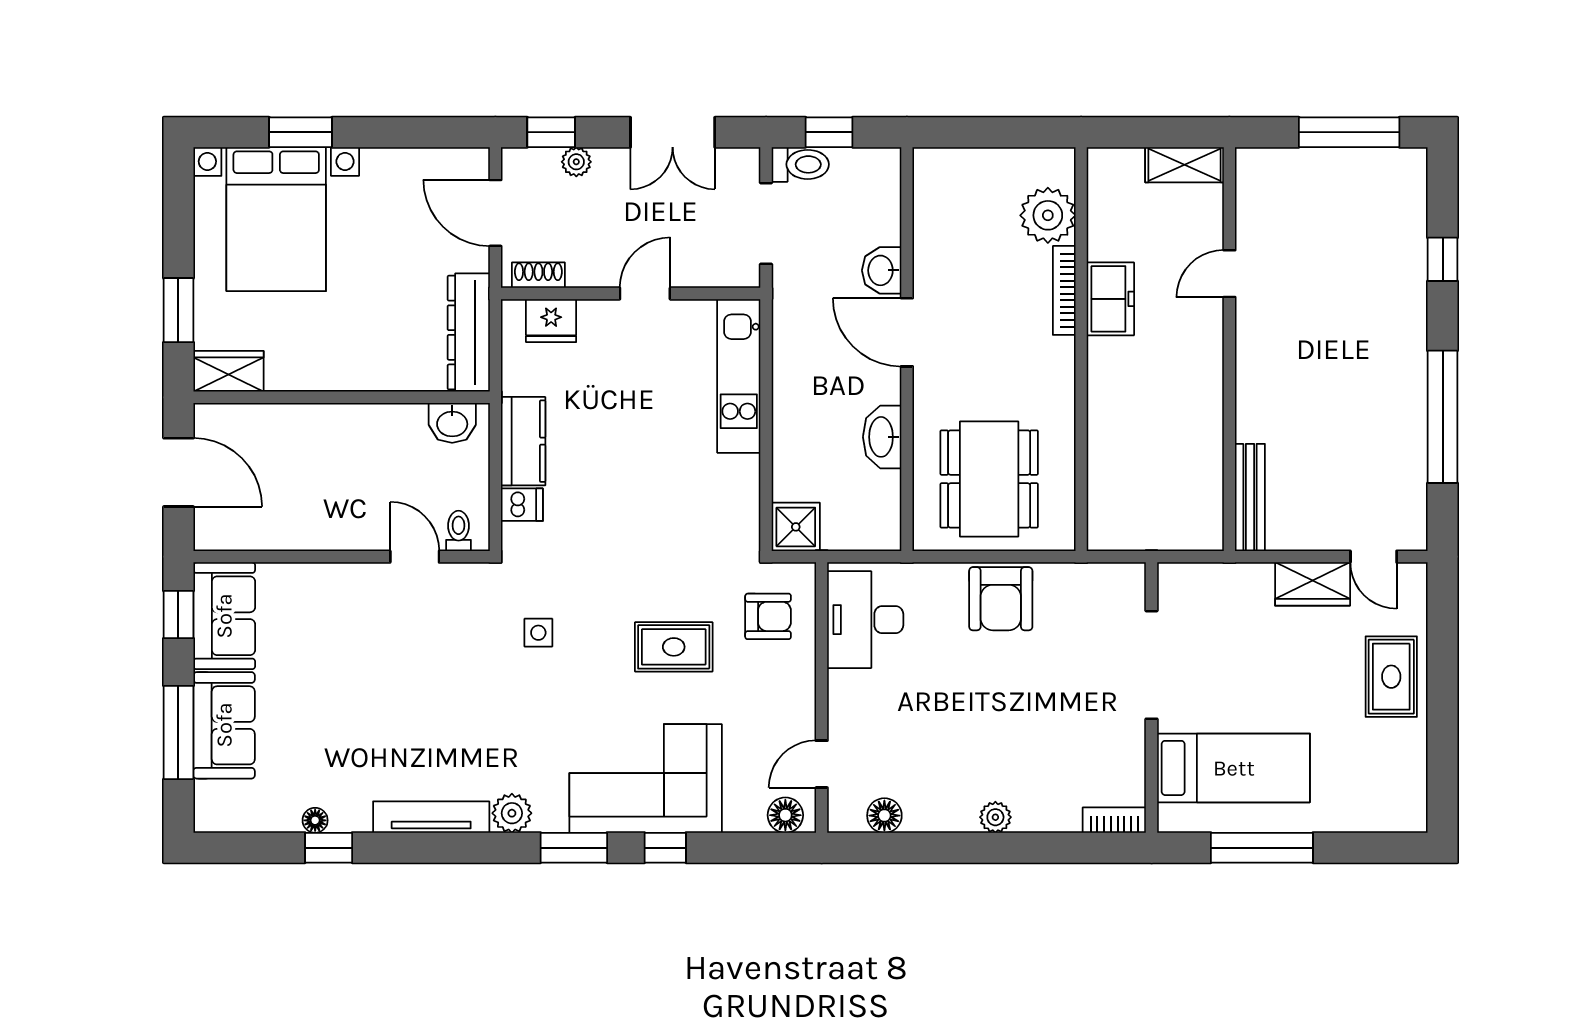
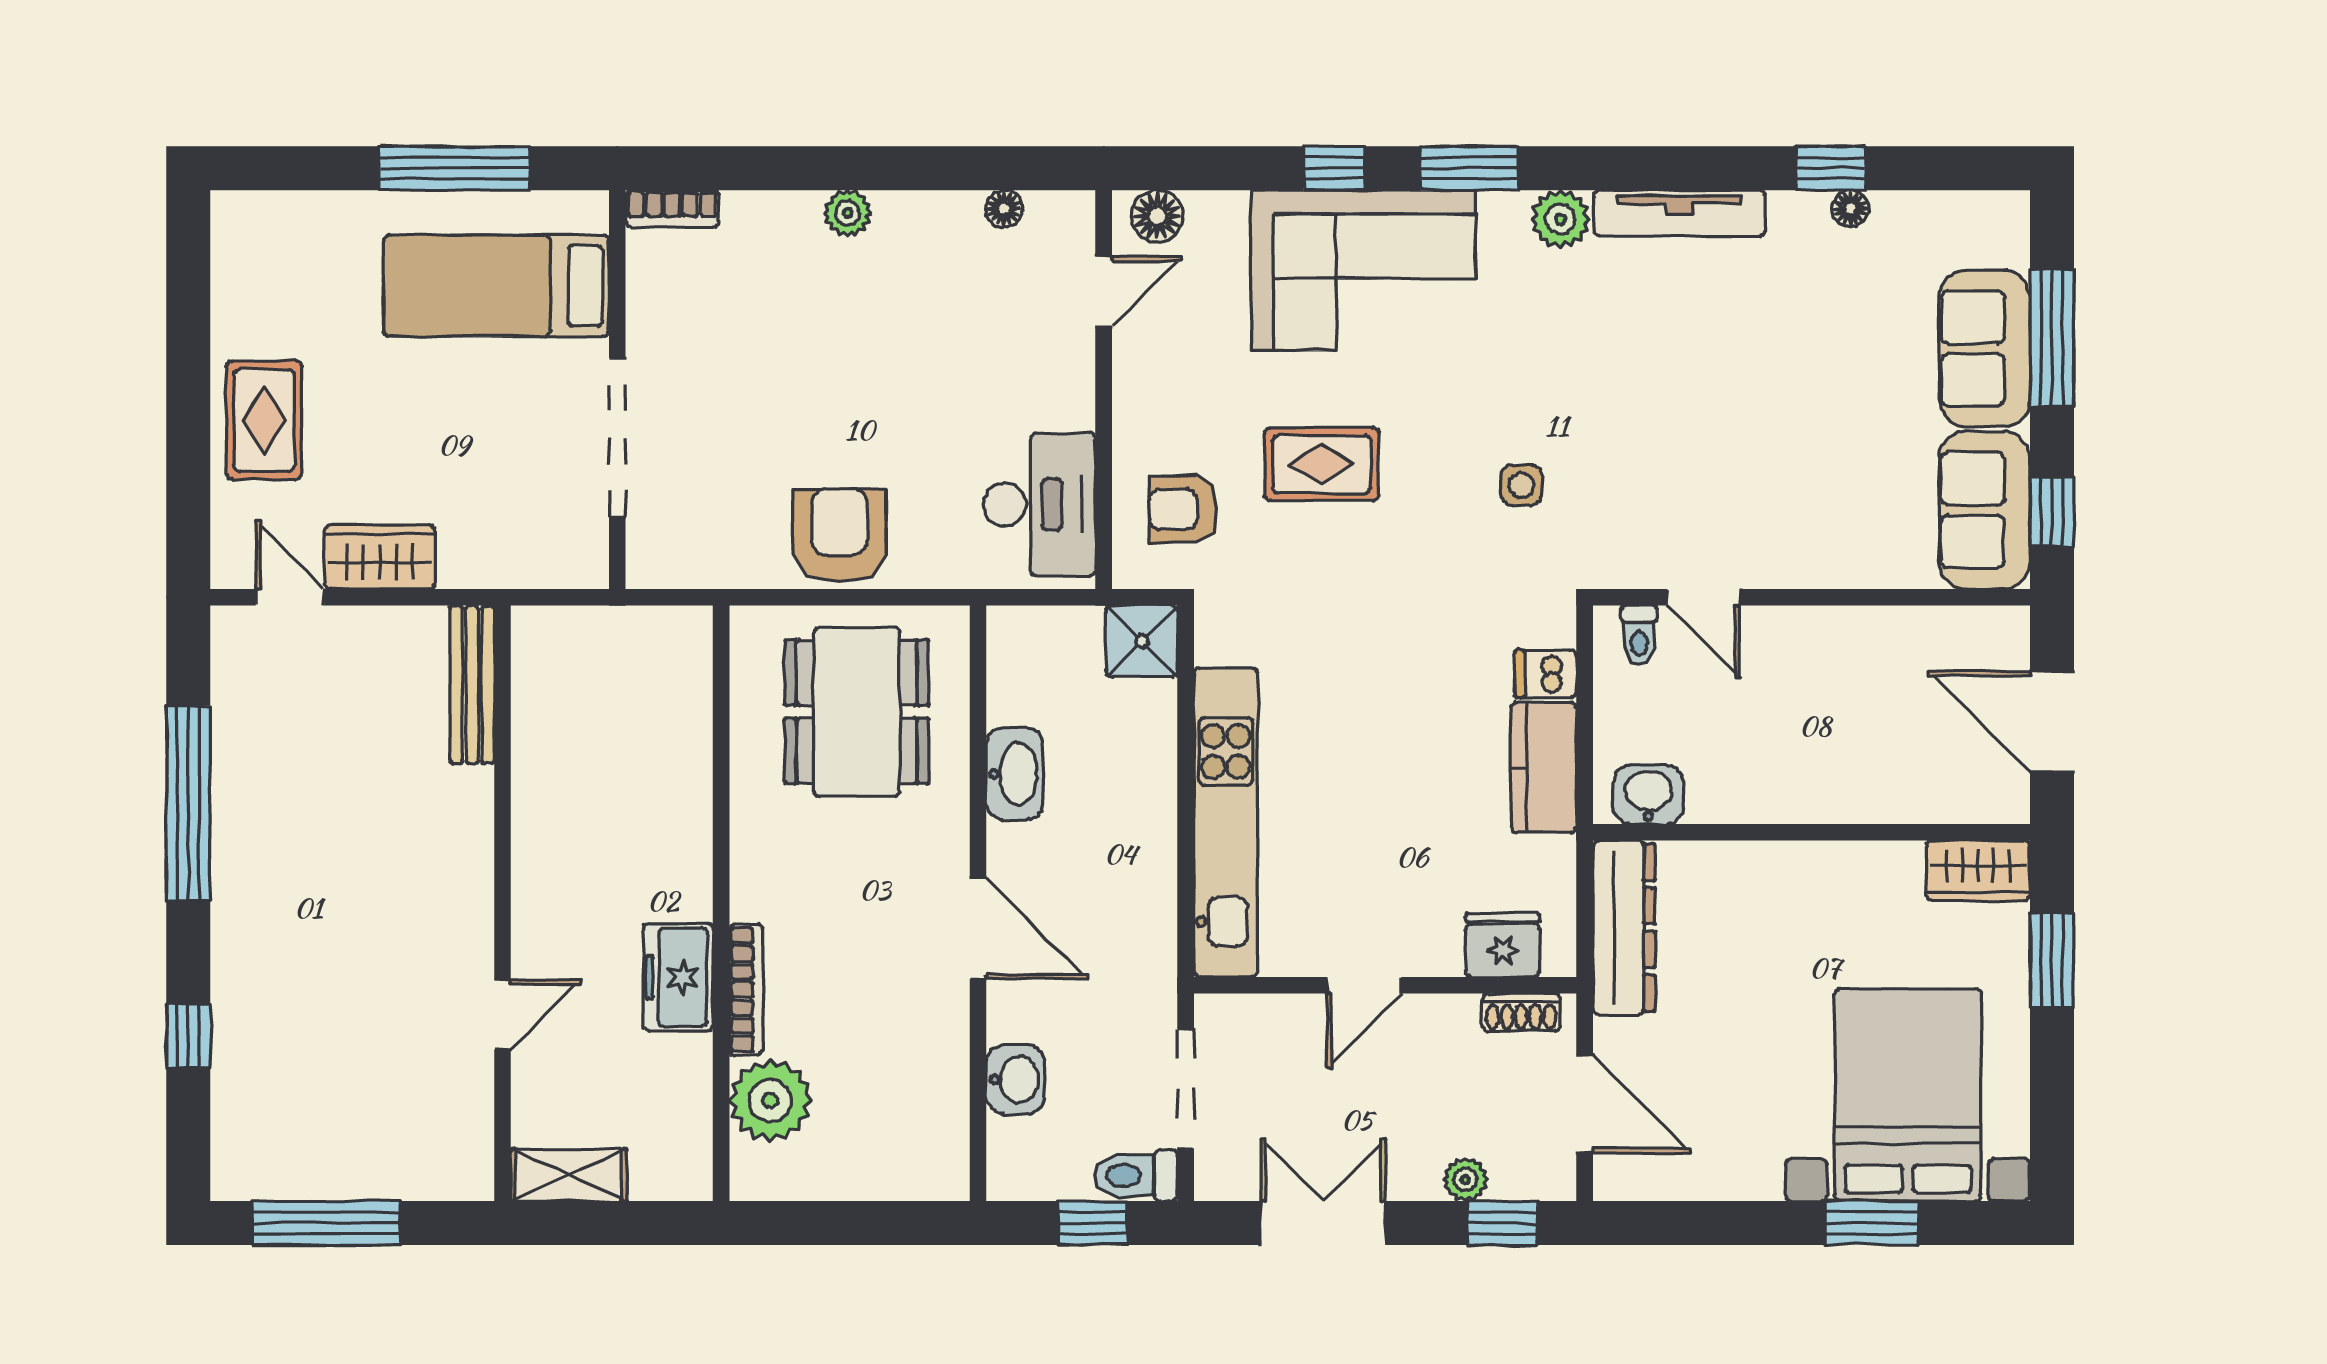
washbasin: (882, 270) -> (1015, 1079), moved
kitchen unit: (739, 376) -> (1226, 823), width x1.36
floor lamp: (884, 816) -> (1004, 209), width x0.73, depth x0.73

